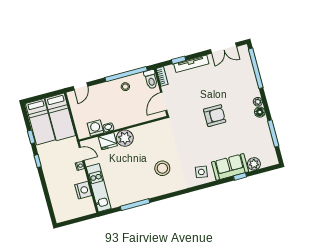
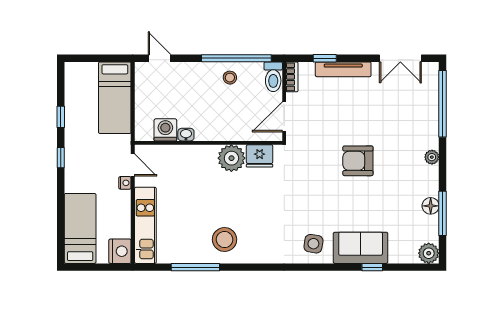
door: (80, 86) -> (159, 58), swing flipped
floor lamp: (260, 112) -> (431, 206), moved
armchair: (215, 116) -> (358, 161), turned 180
bed: (40, 122) -> (80, 228), moved, turned 180
plant: (125, 138) -> (231, 158), moved
fridge: (108, 141) -> (260, 156), moved
plant: (254, 164) -> (429, 253), moved
stool: (162, 168) -> (225, 240), moved
nightstand: (83, 190) -> (120, 251), moved

